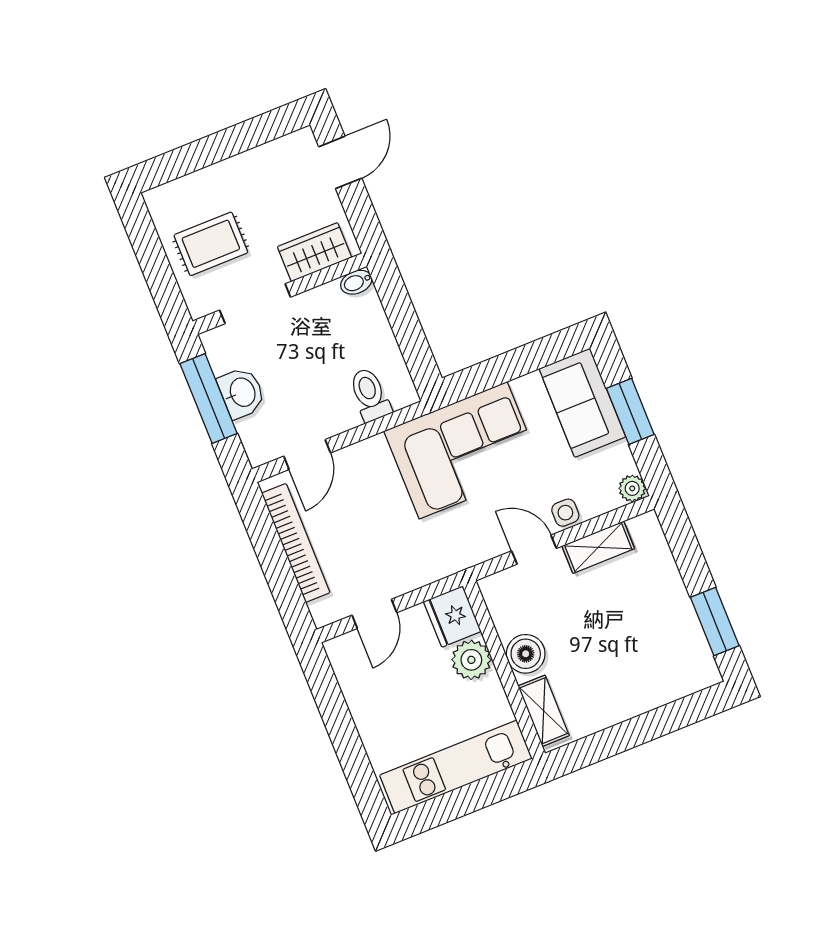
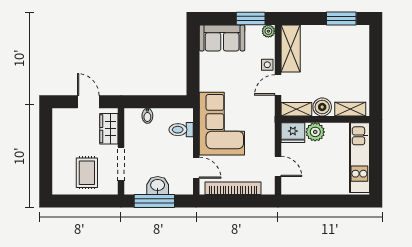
door: (340, 162) -> (88, 102), moved
bidet: (356, 282) -> (147, 116), moved
window: (630, 411) -> (251, 18), moved
corner sofa: (463, 450) -> (222, 124), moved
shelving: (598, 547) -> (291, 49), width x1.50, depth x1.33
shelving: (501, 605) -> (296, 109), added

